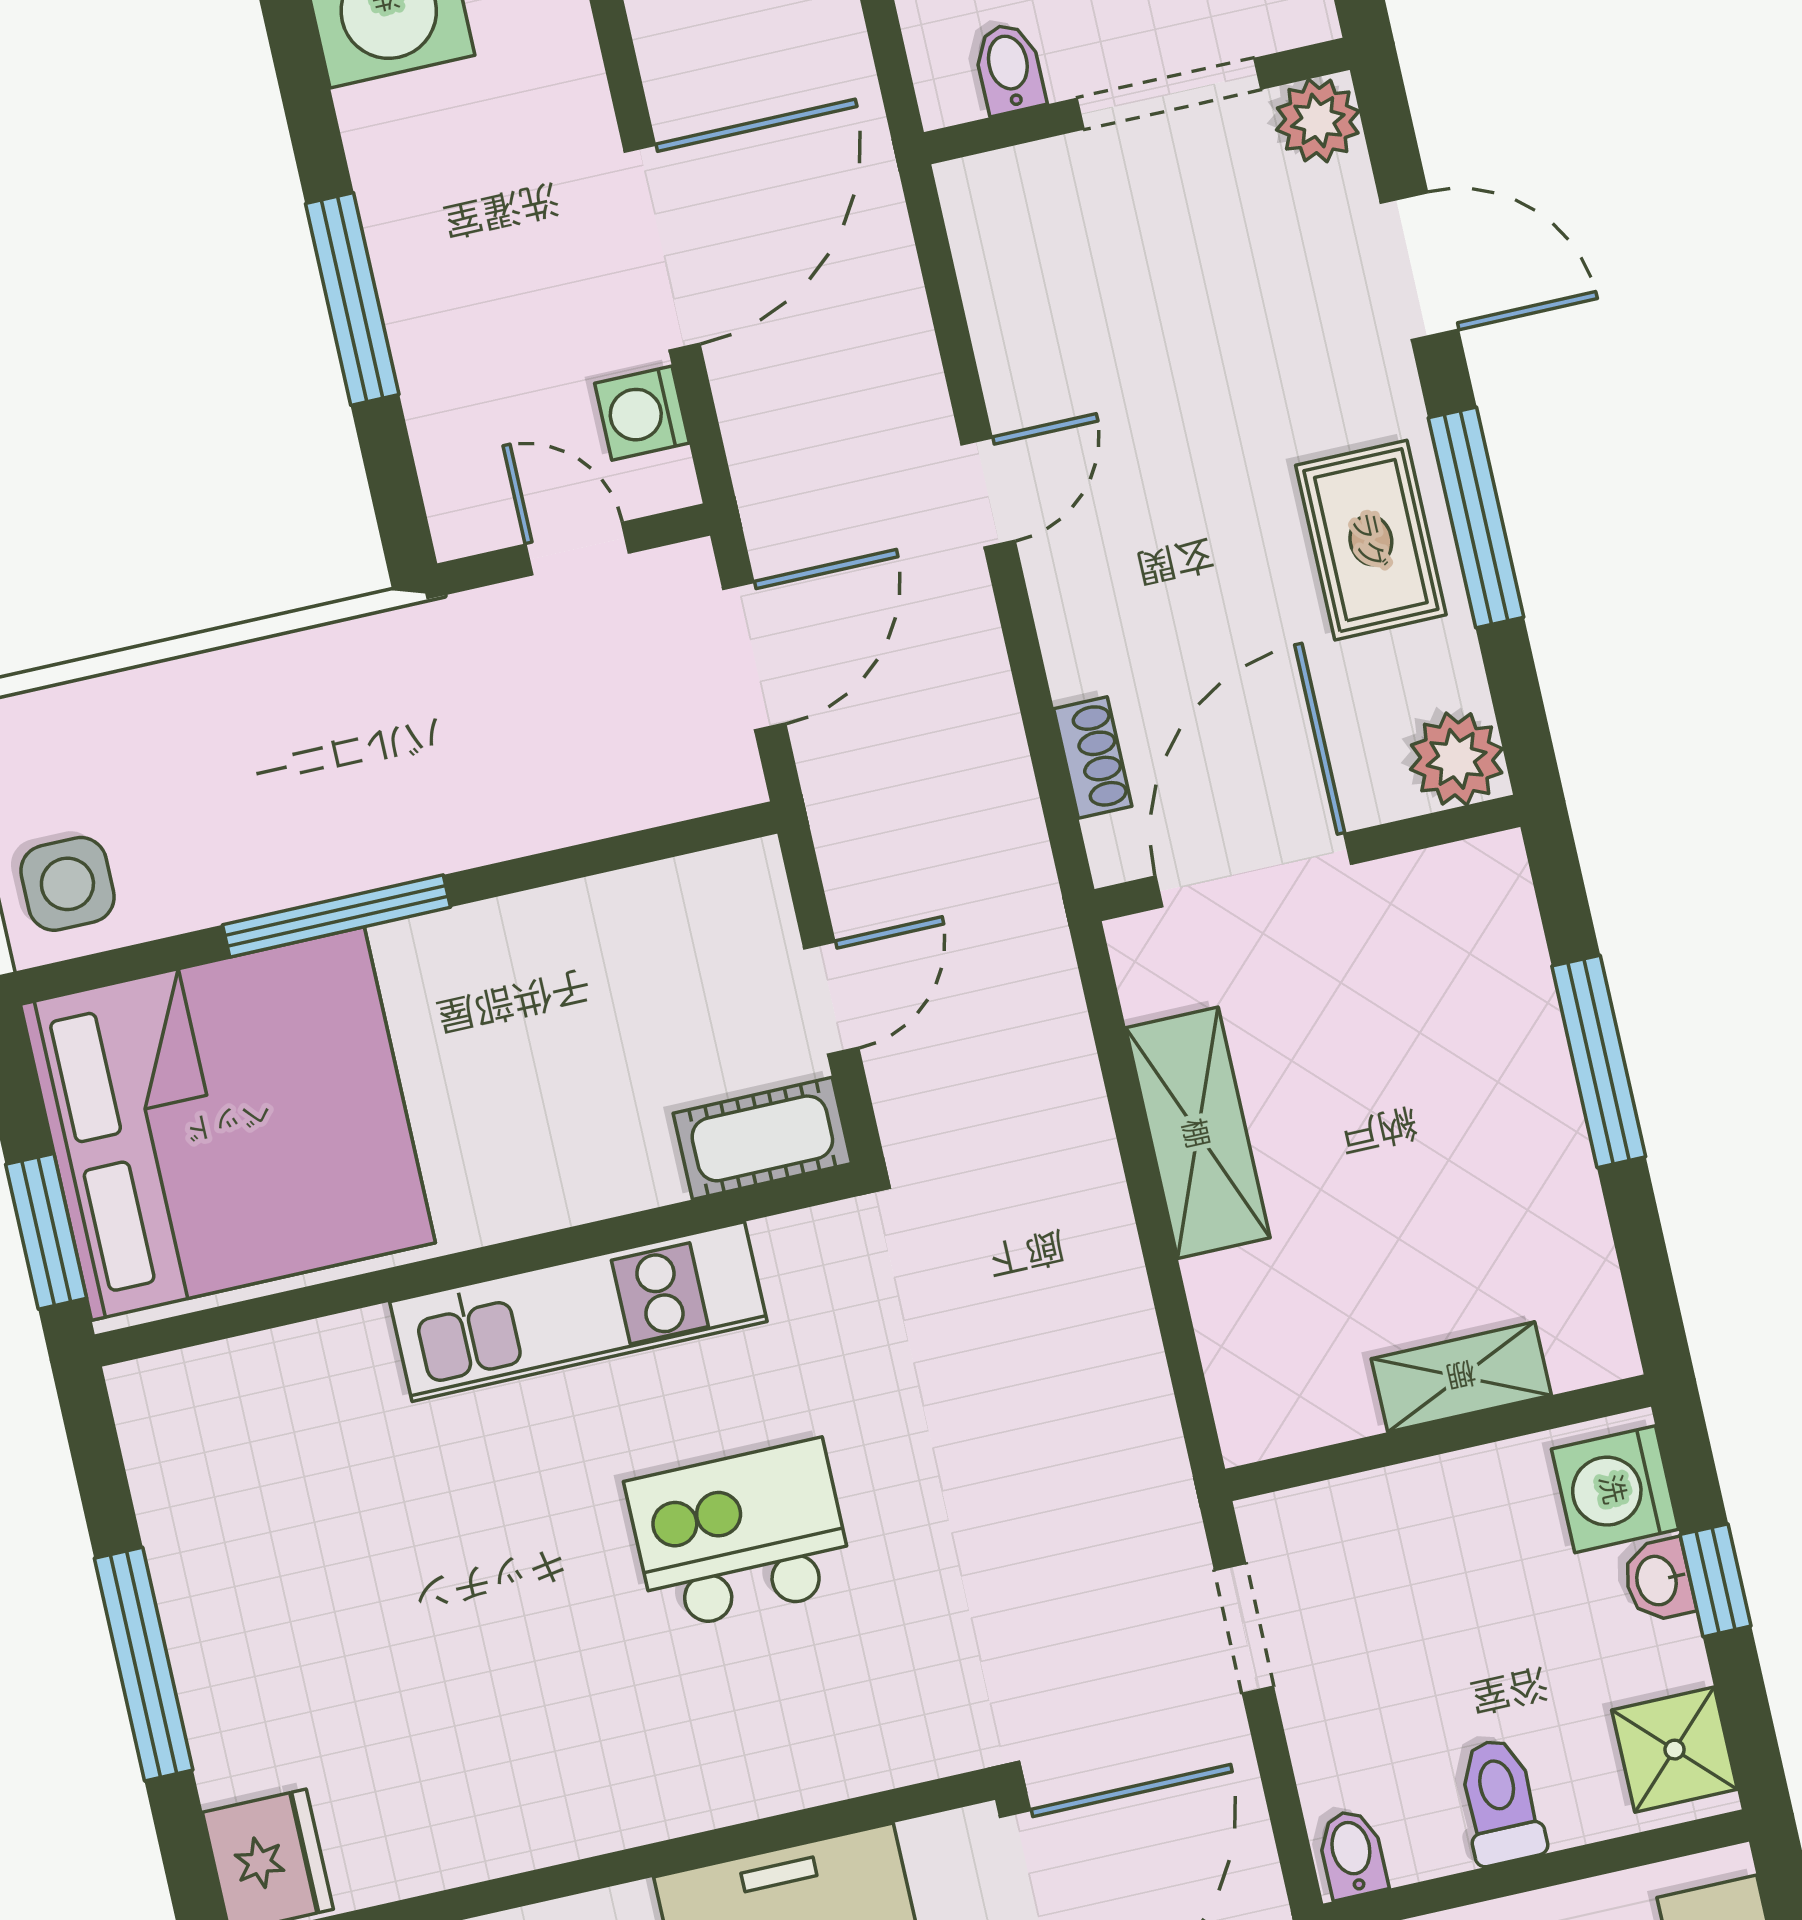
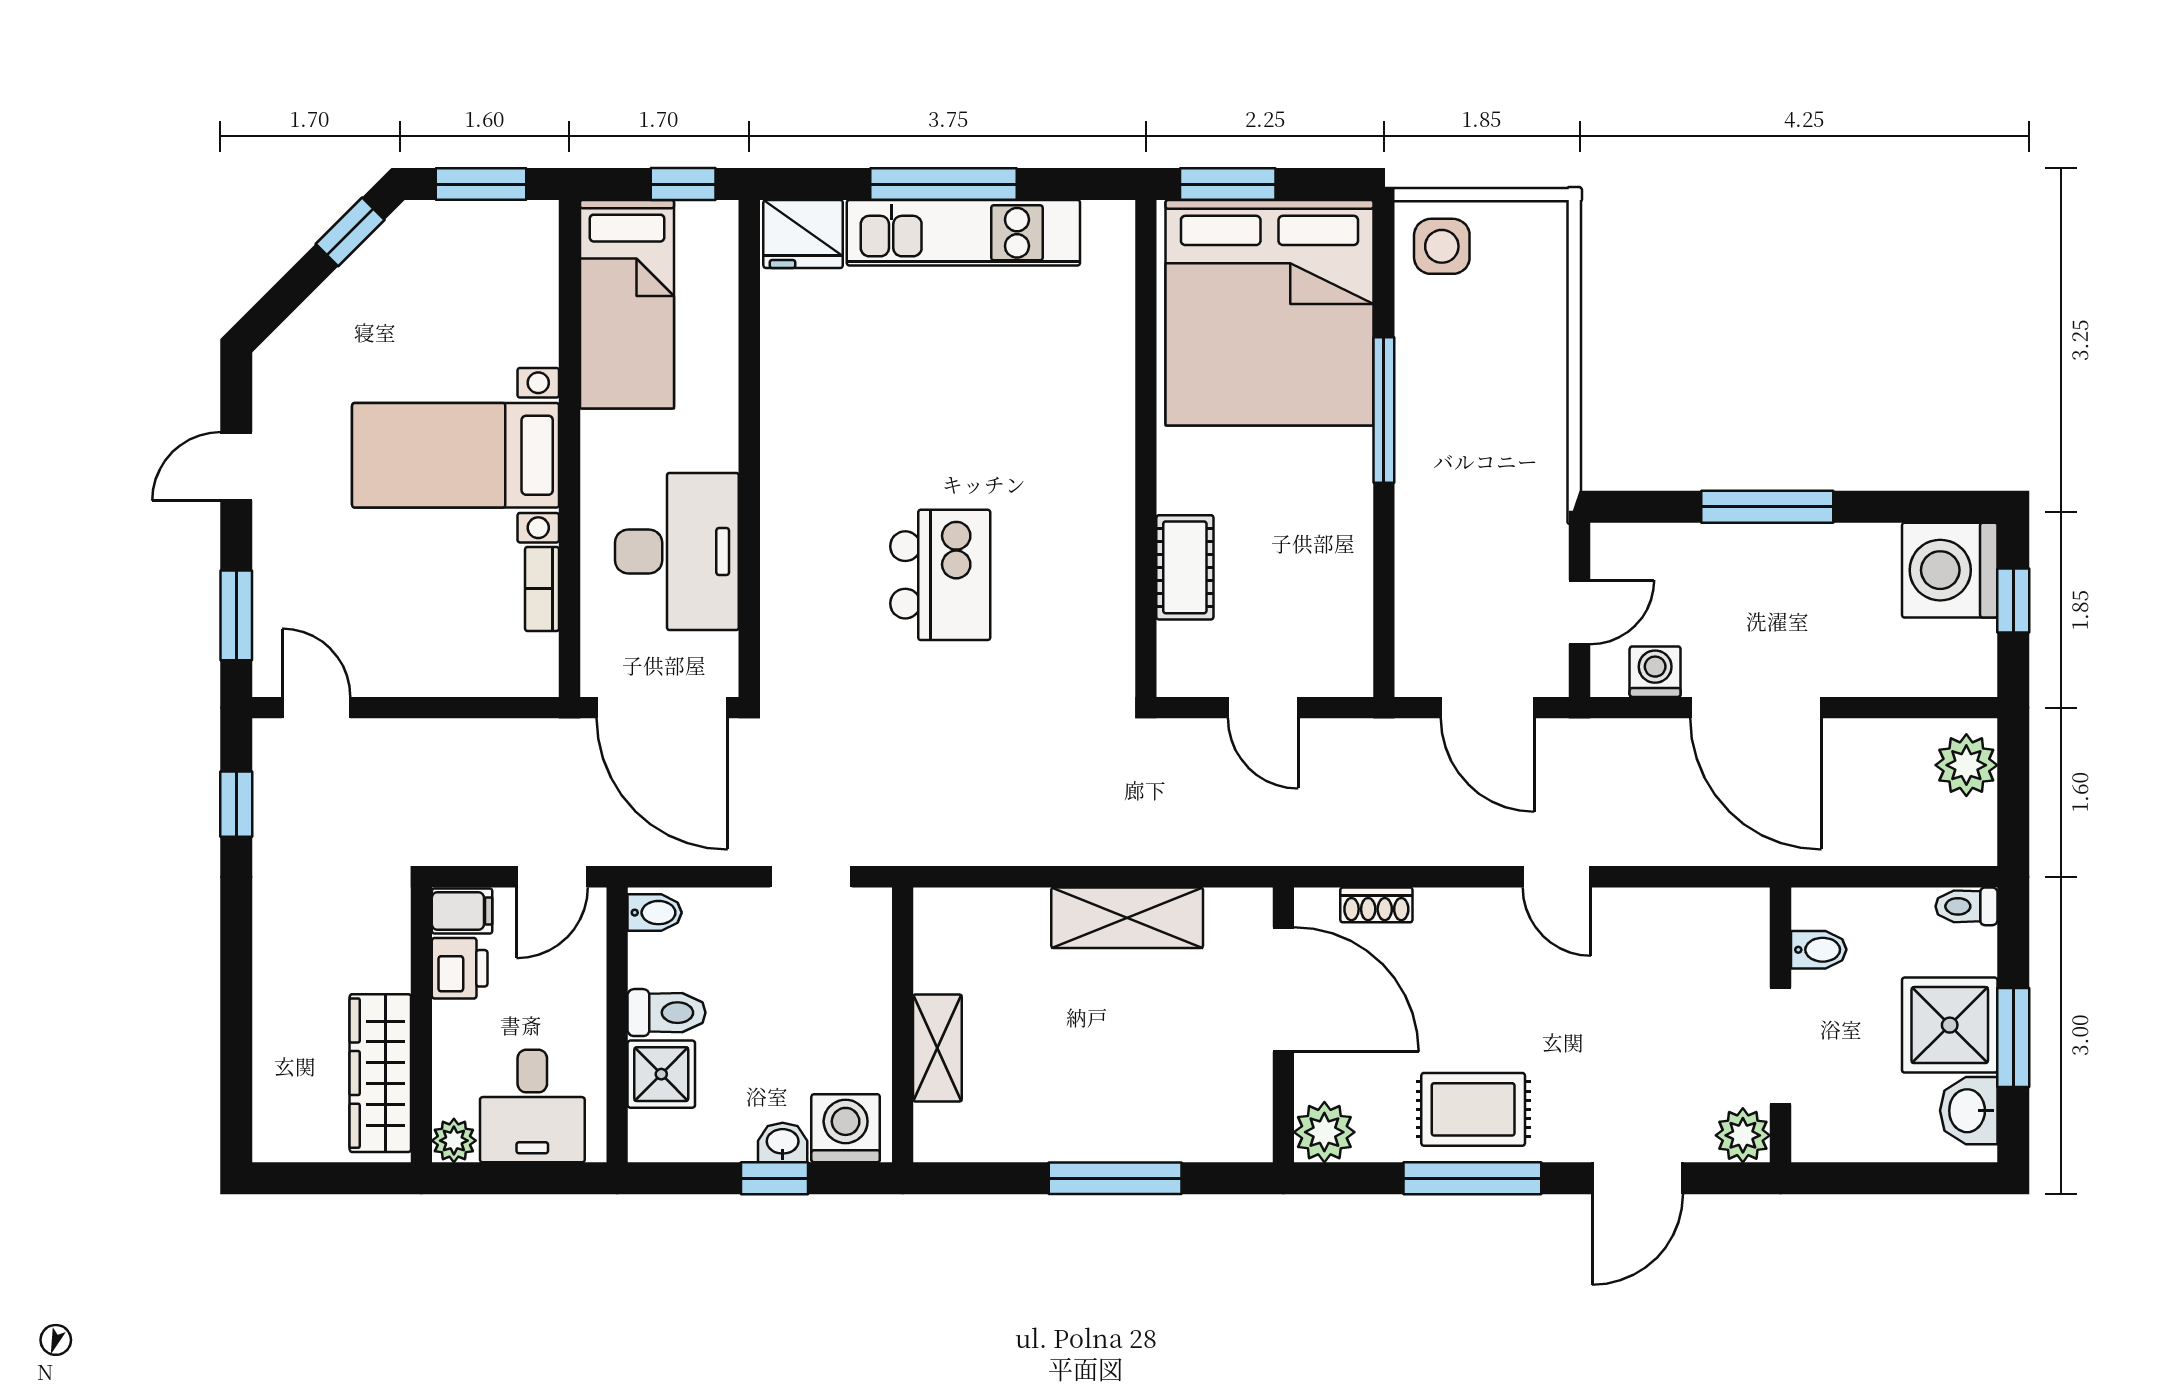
cot: (762, 1138) -> (1185, 567), moved
kitchen unit: (578, 1312) -> (963, 233), moved, turned -90
shower: (1674, 1750) -> (661, 1074), moved

